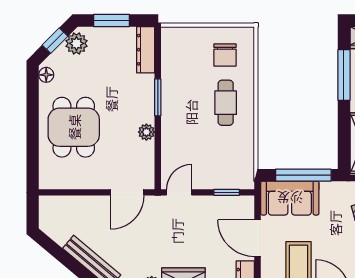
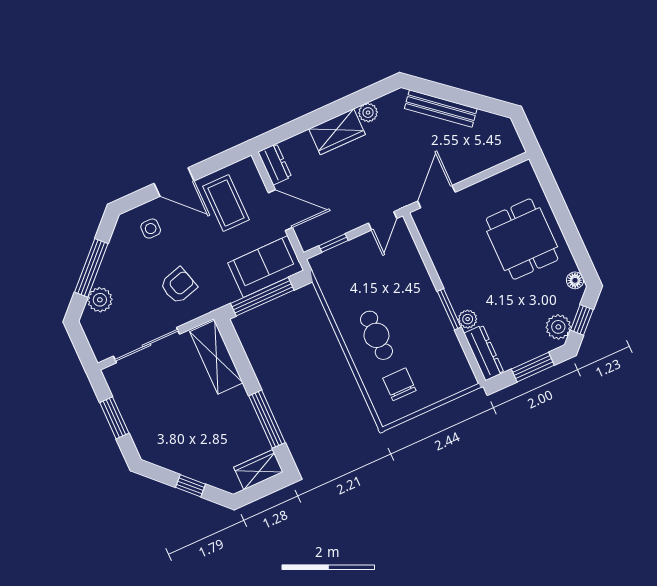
plant: (146, 132) -> (468, 319), moved

